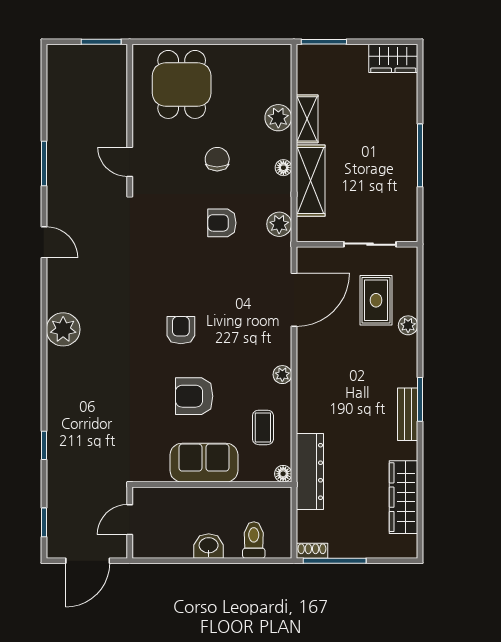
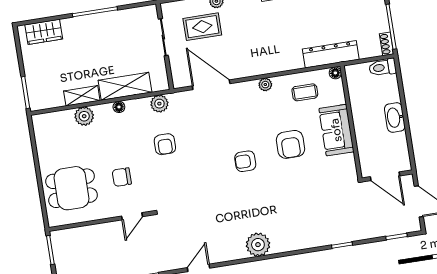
wardrobe: (393, 58) -> (44, 32), moved, turned 90
chair: (217, 159) -> (122, 177), moved
door: (130, 520) -> (385, 176), width x1.38
toilet: (254, 540) -> (382, 67), moved
washbasin: (209, 546) -> (395, 118), width x1.38

